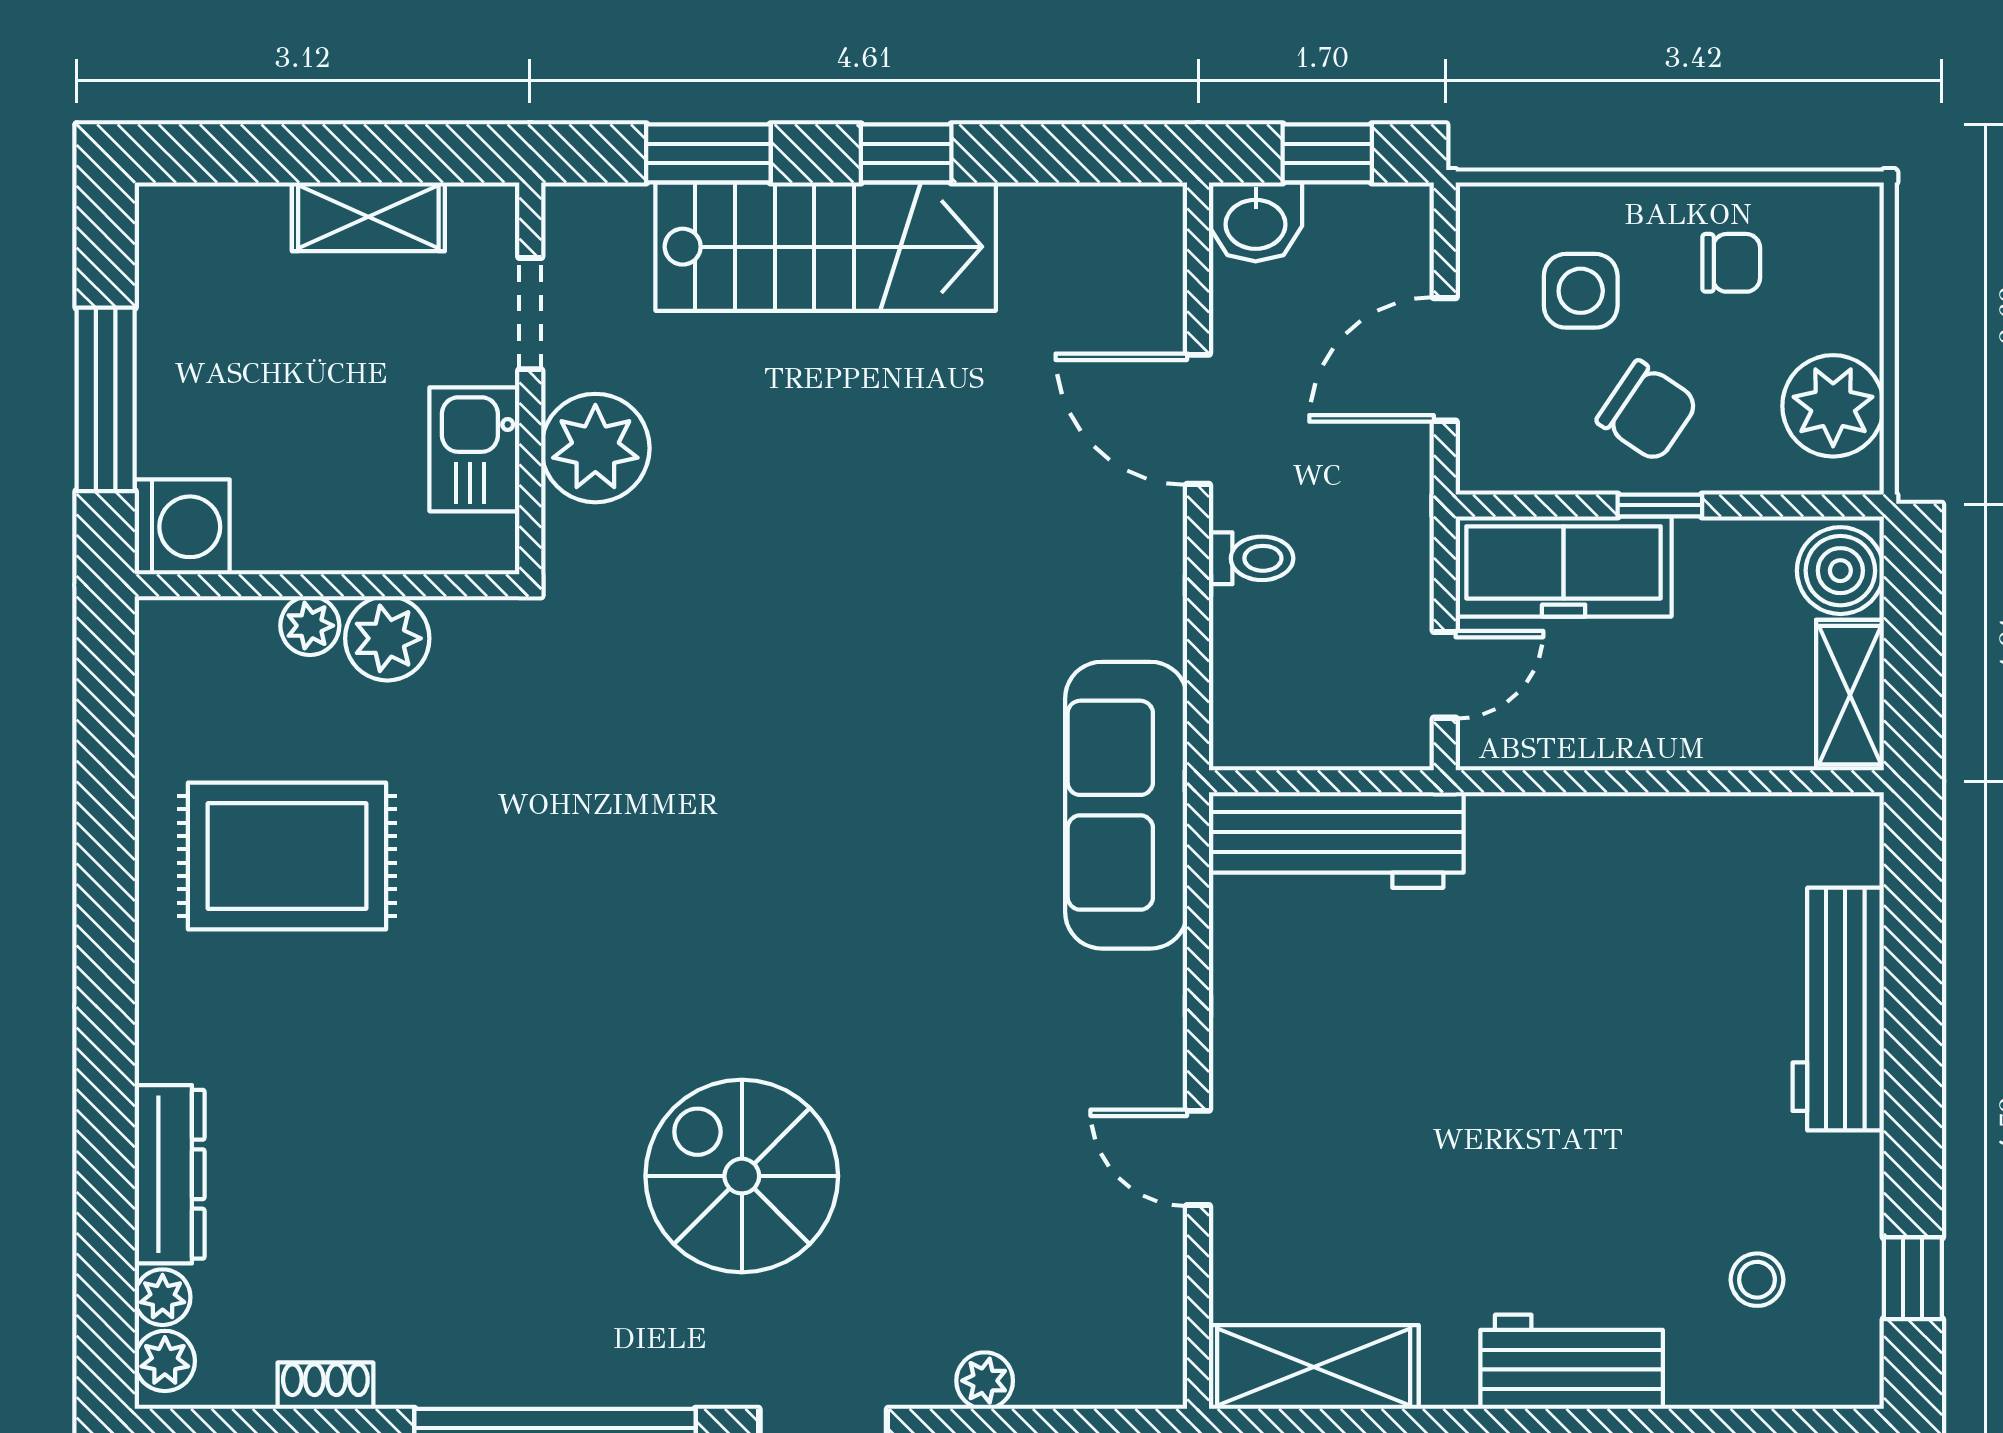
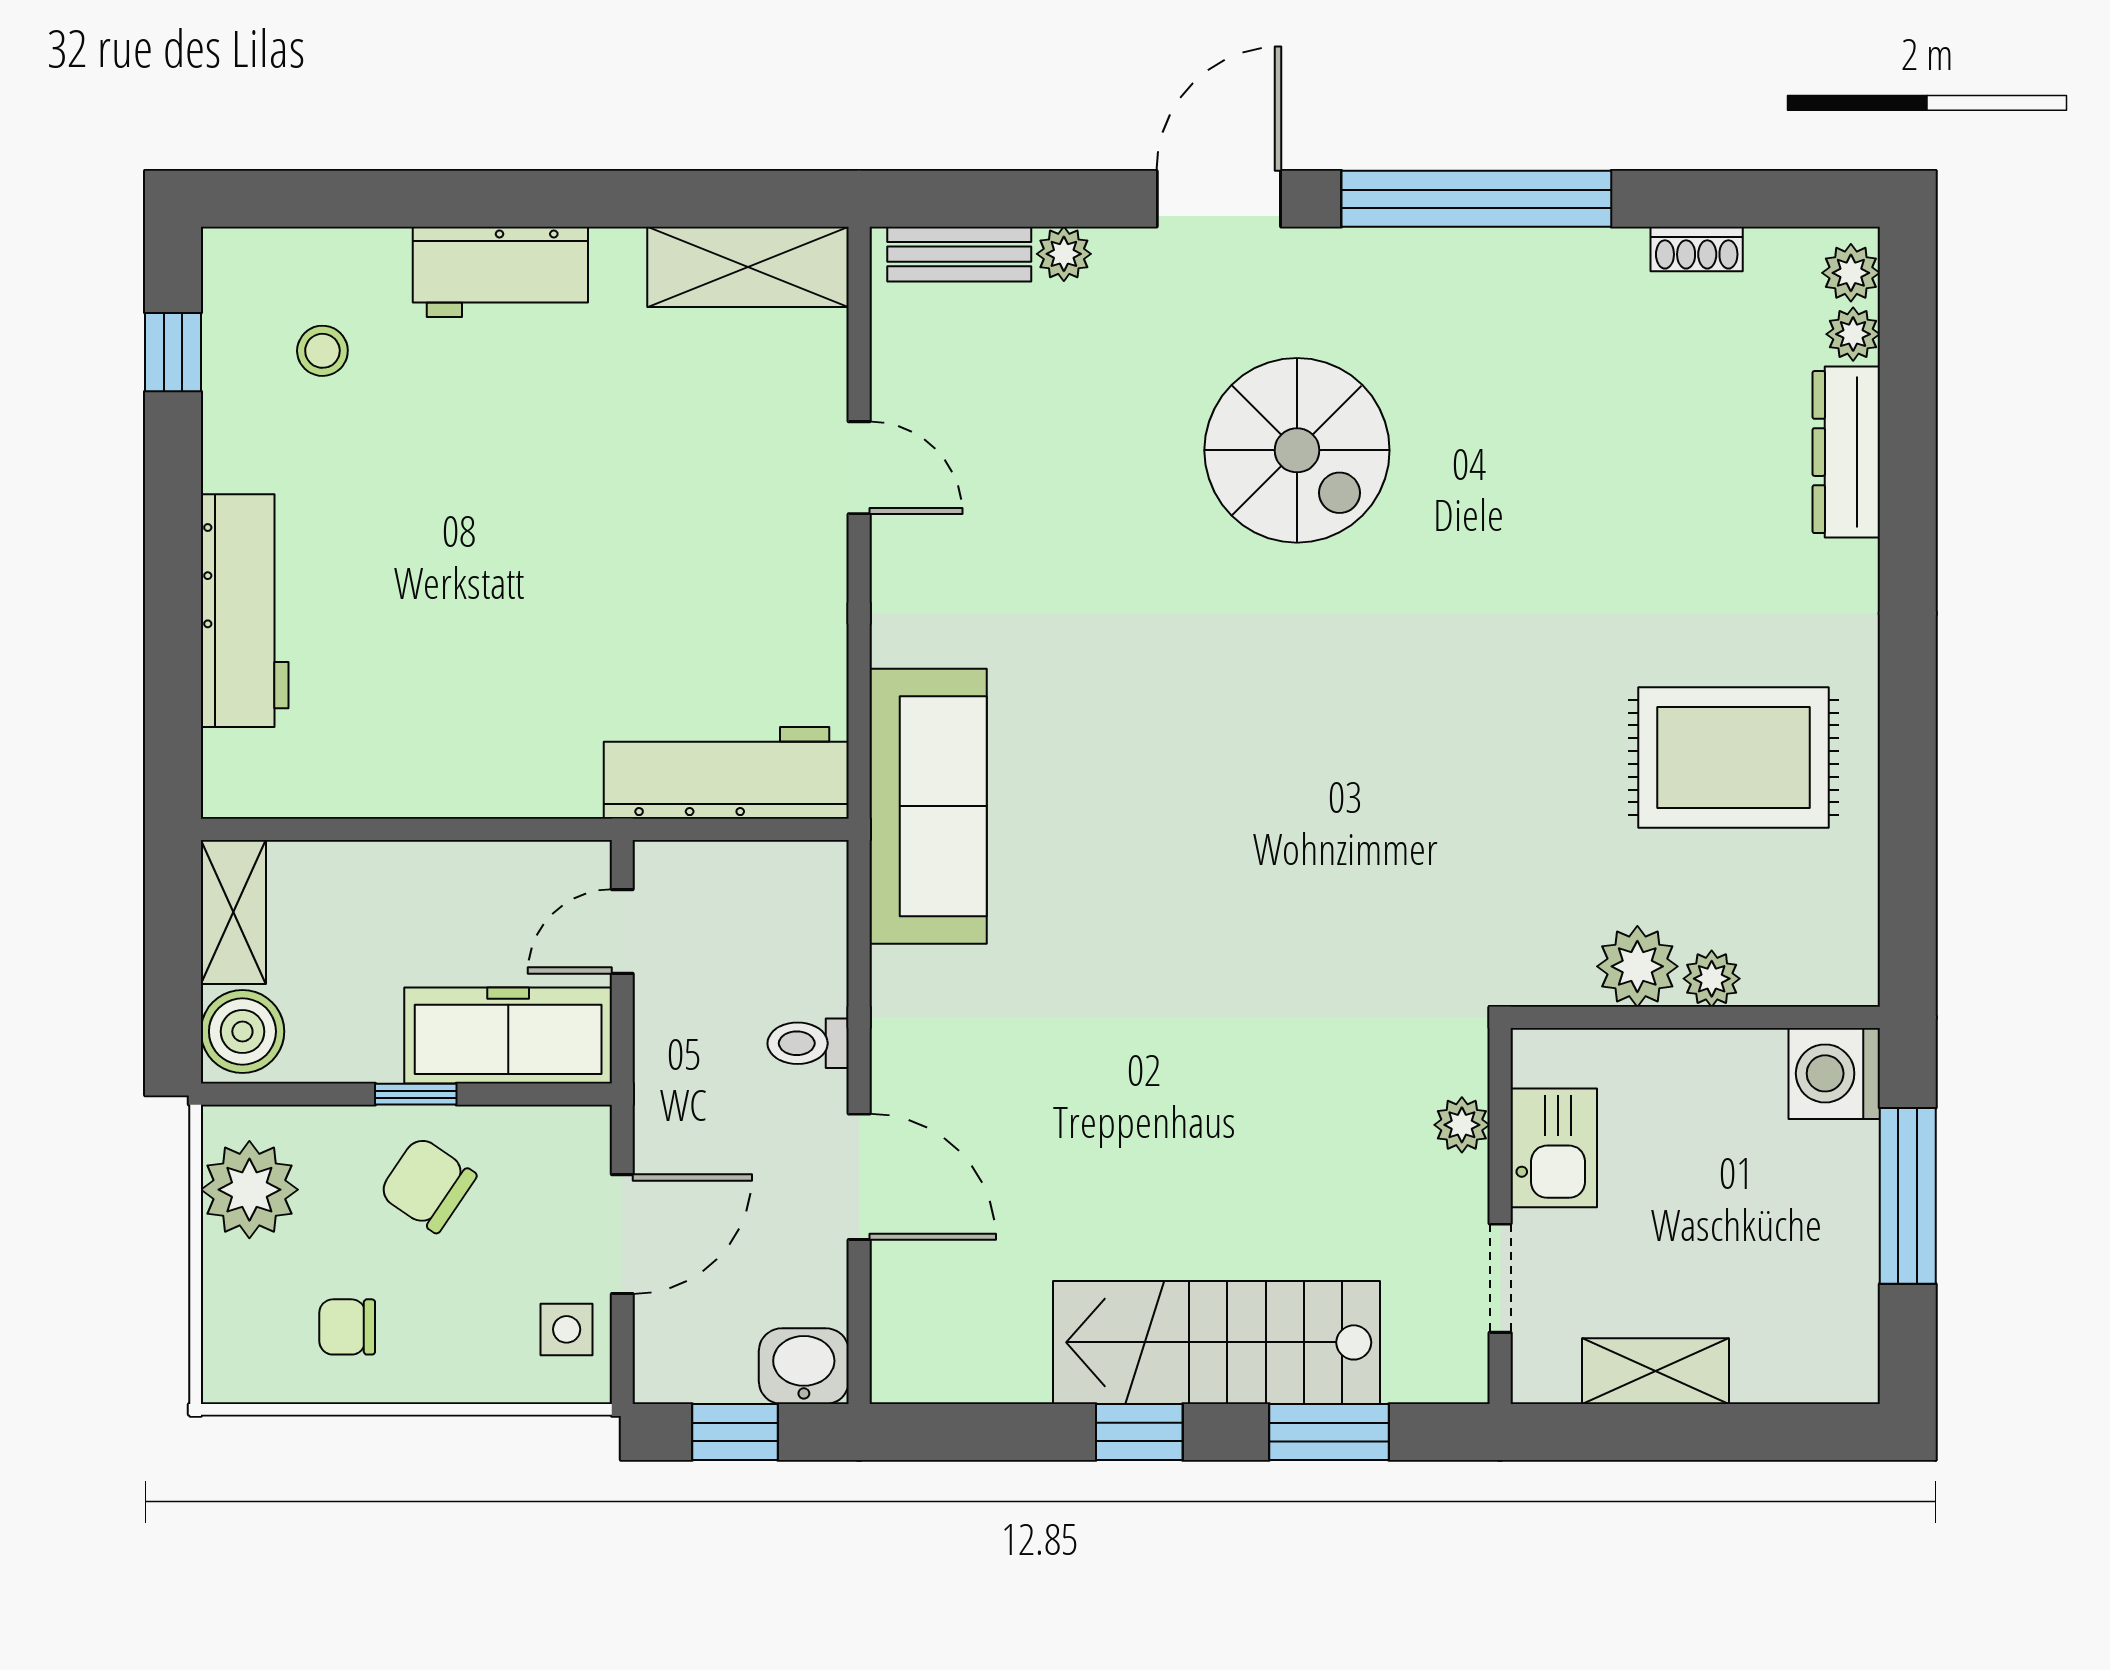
side table: (1581, 291) -> (567, 1329), moved, width x0.73, depth x0.73
plant: (595, 448) -> (1462, 1125), width x0.53, depth x0.53
bench: (1094, 1380) -> (959, 254), added

